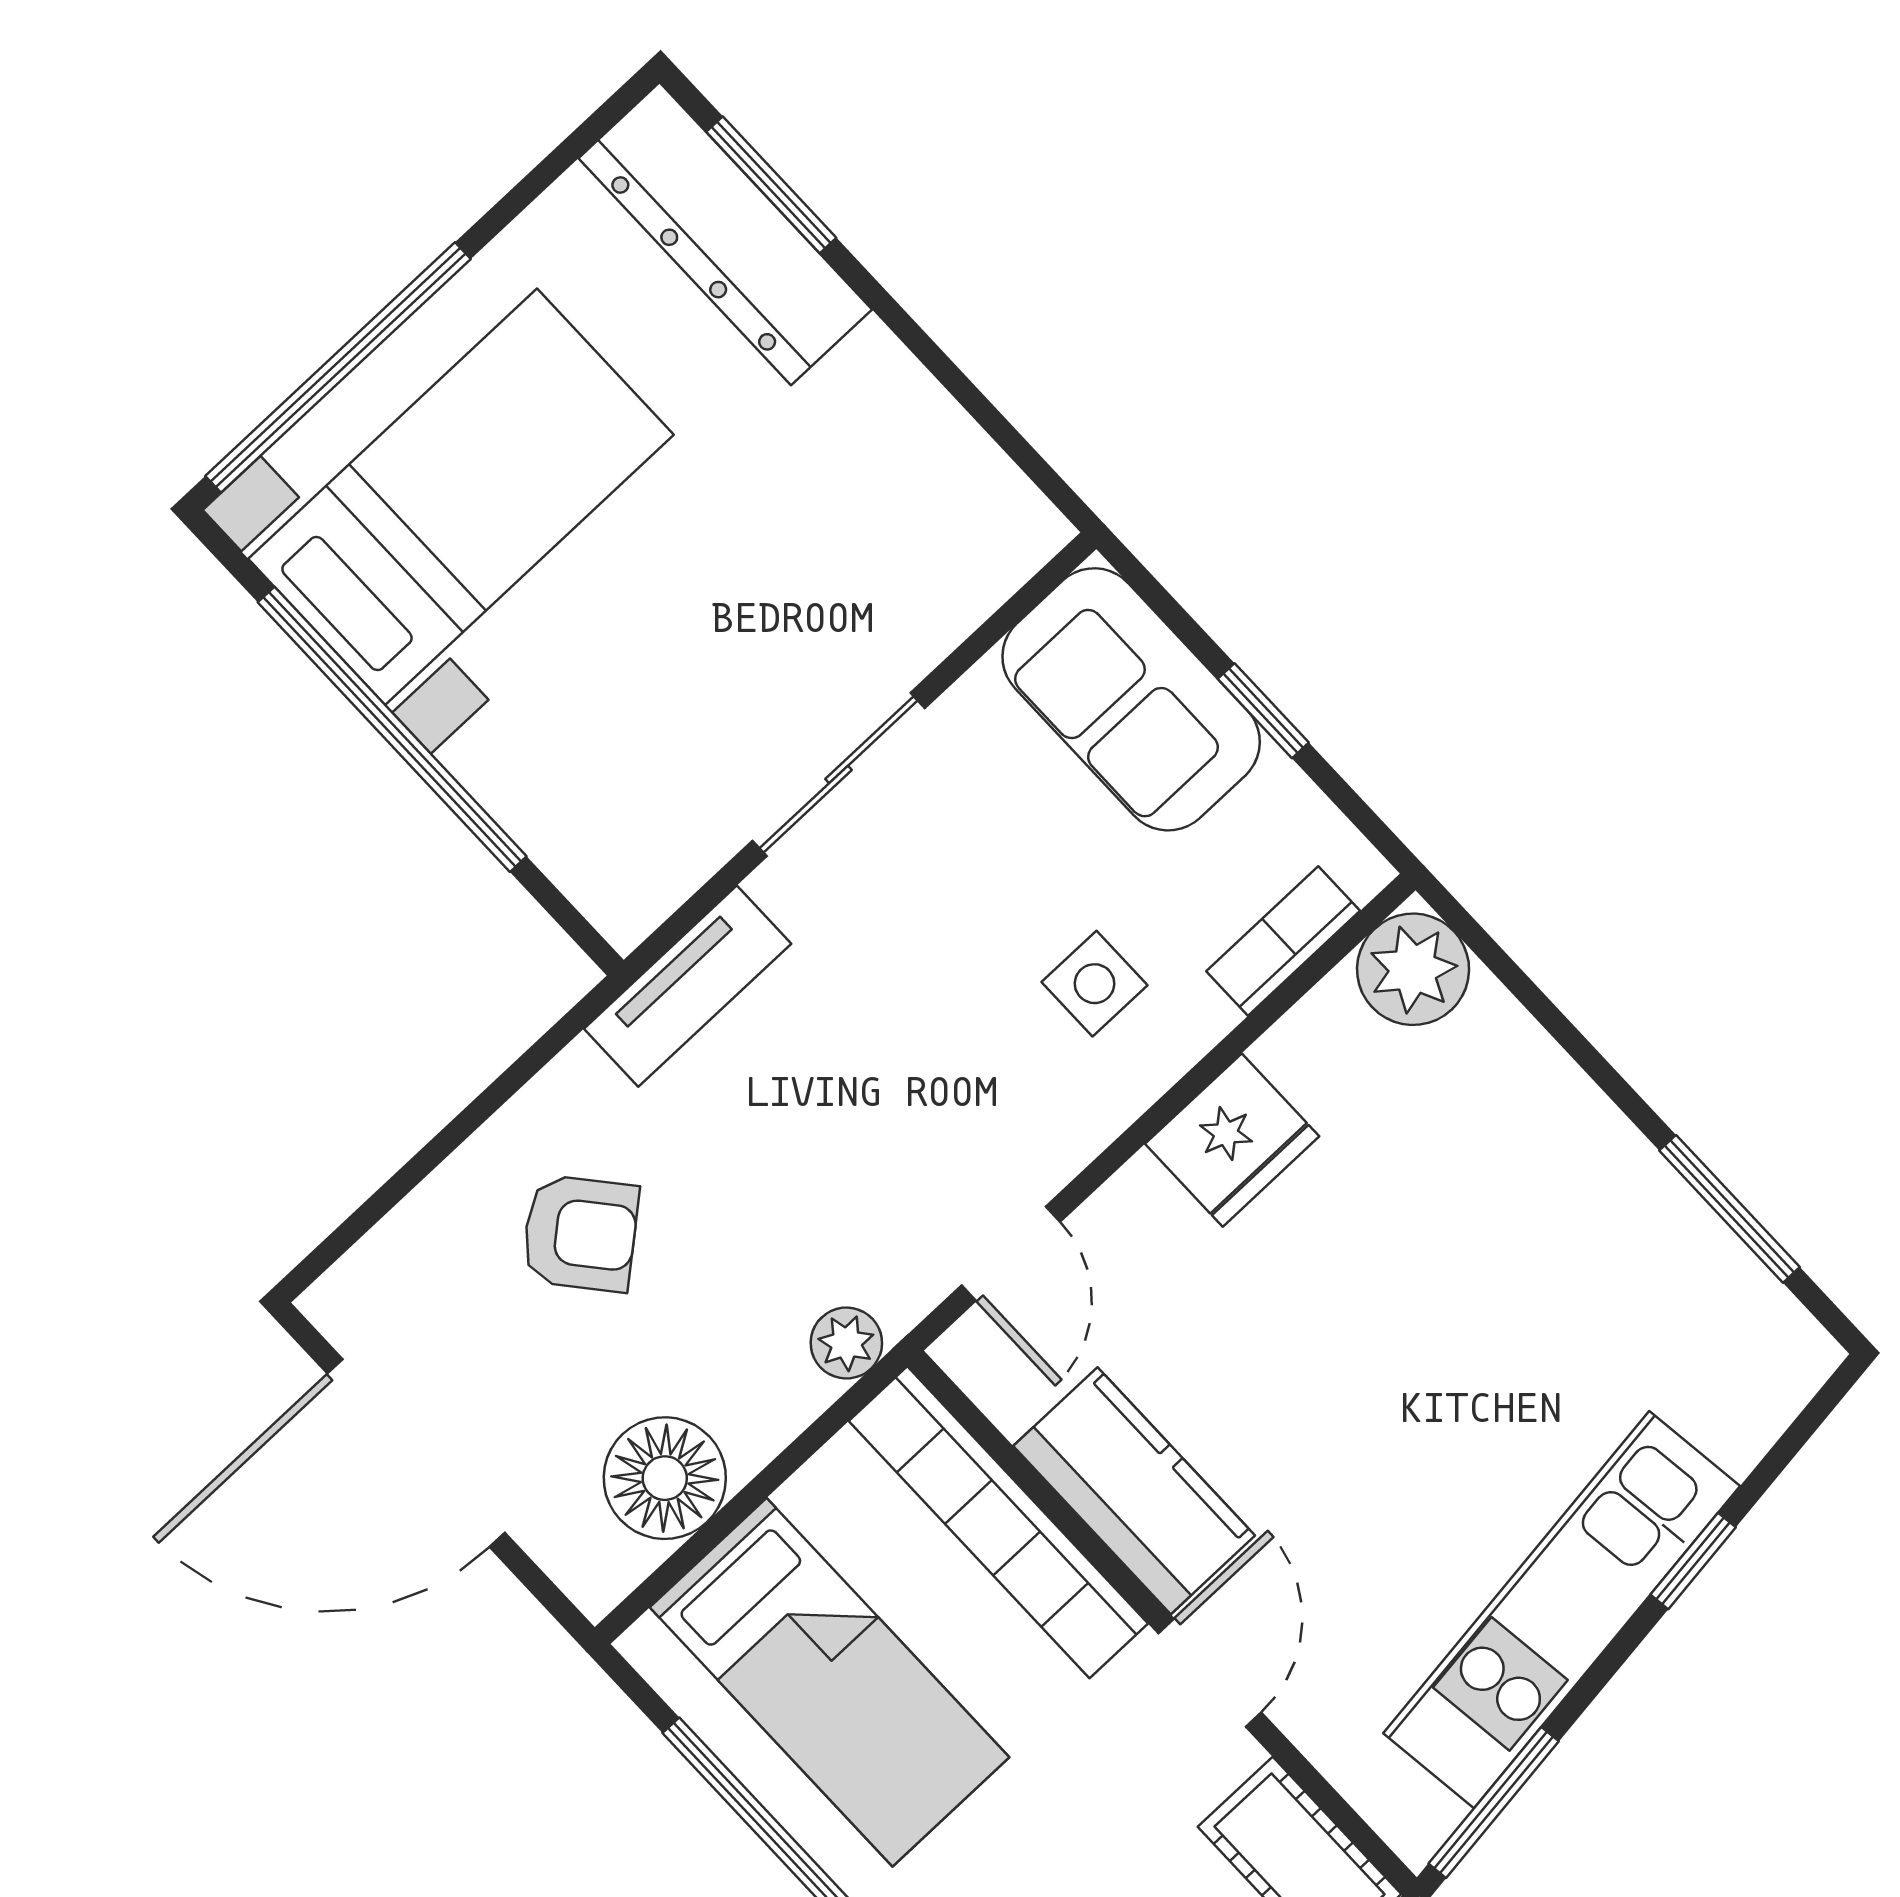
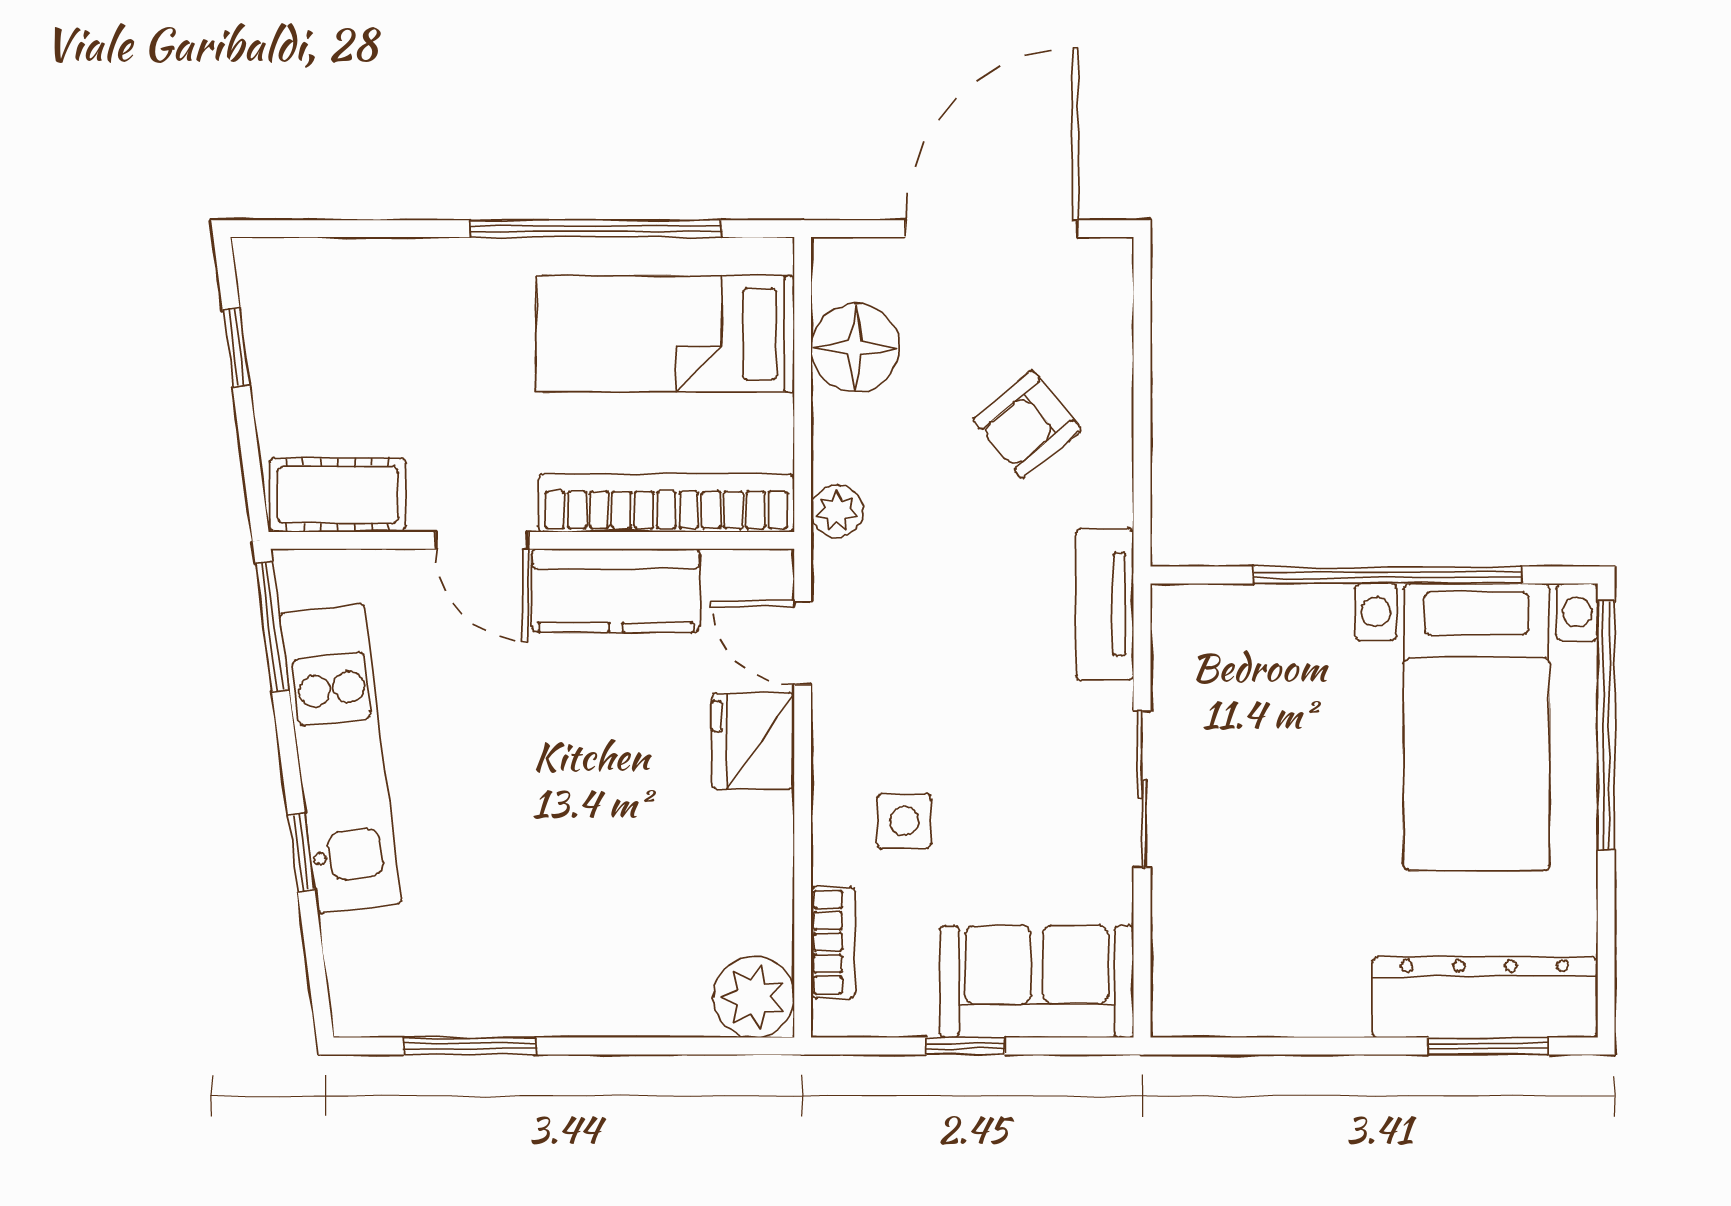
fridge: (1232, 1140) -> (753, 741), moved

